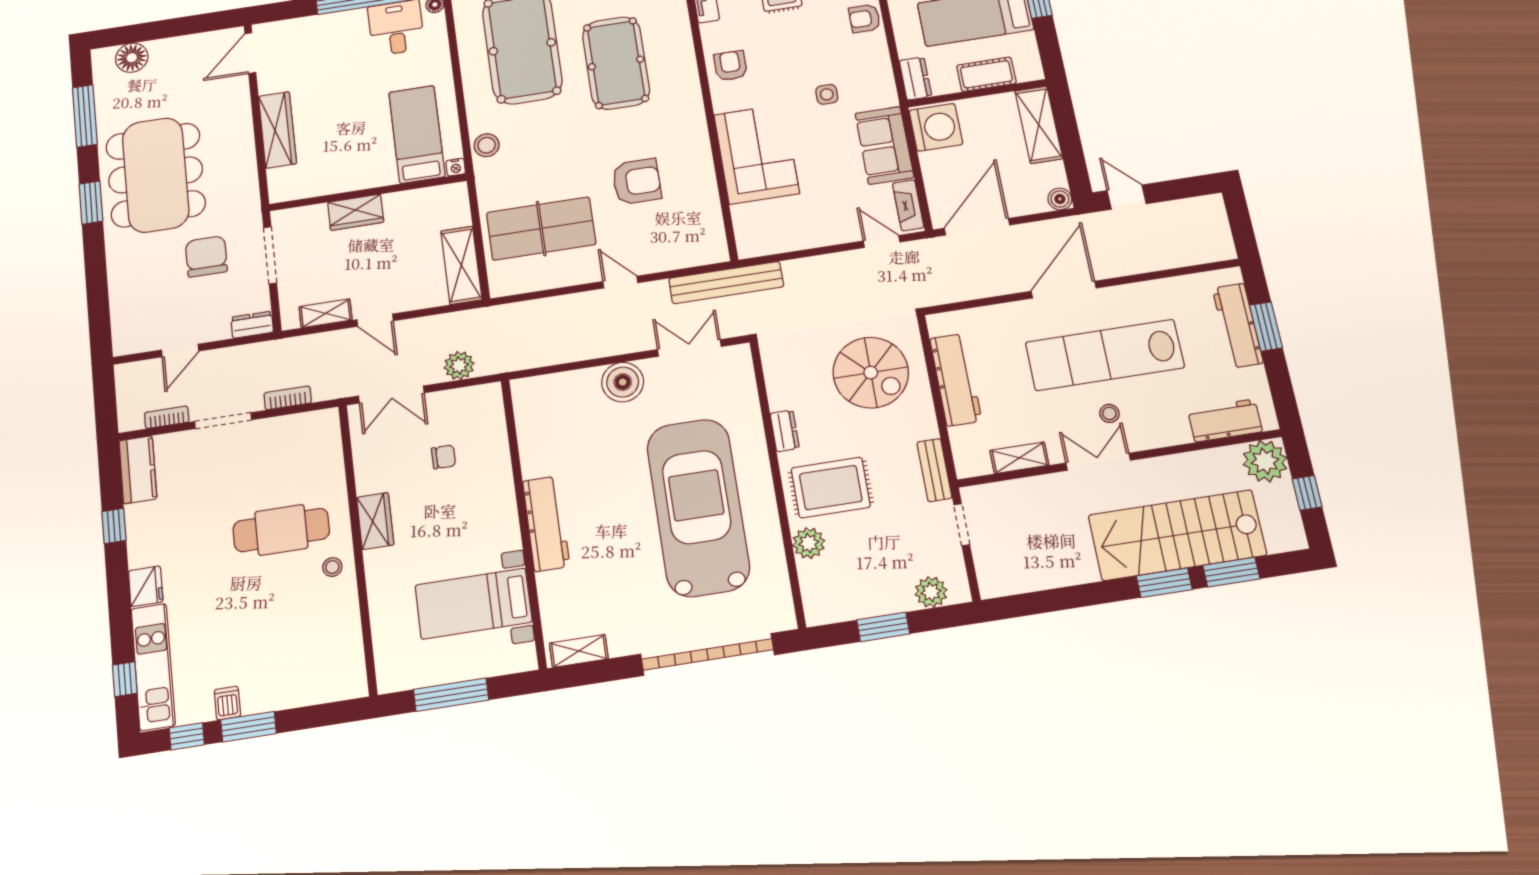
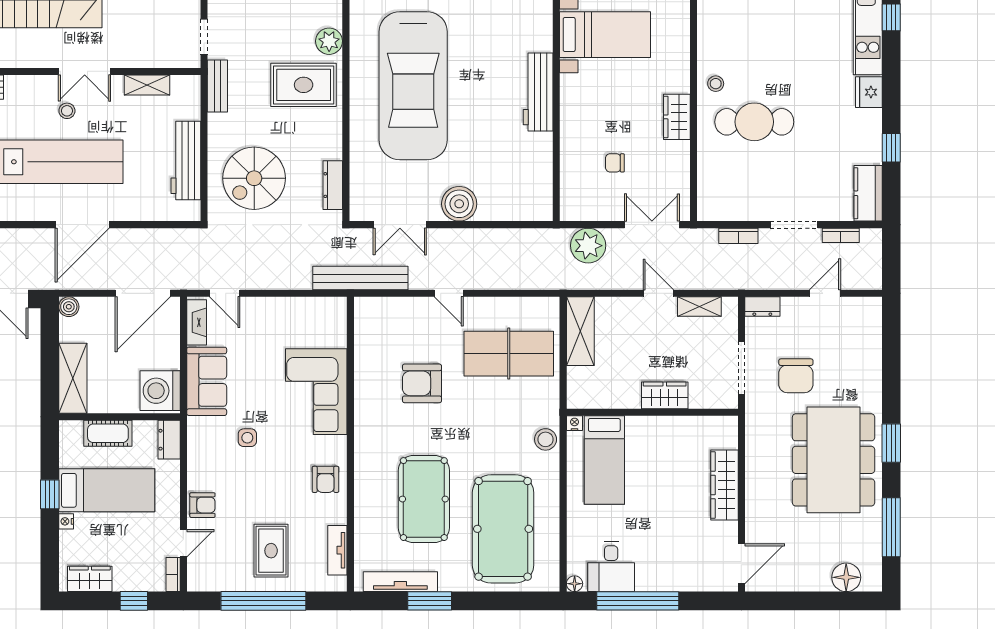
plant: (459, 366) -> (588, 246), width x1.36, depth x1.36
spiral stairs: (871, 373) -> (254, 178), turned -90
dresser: (785, 431) -> (333, 185), moved, width x1.44

